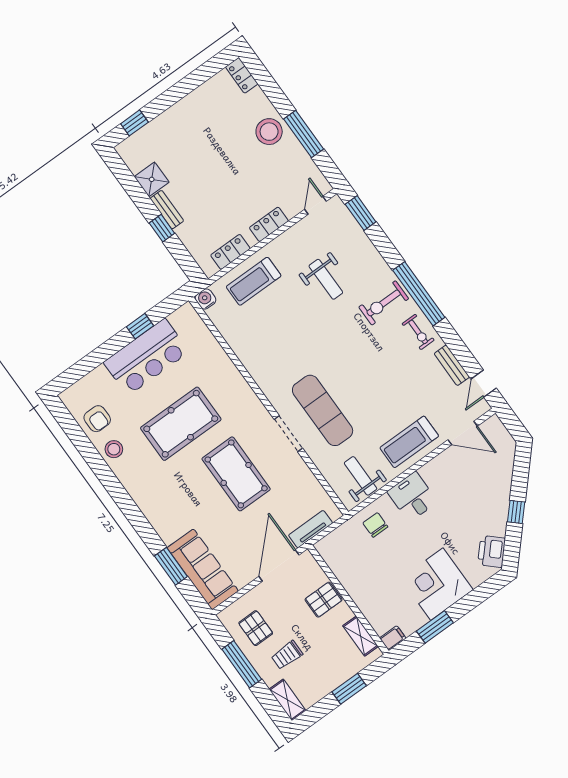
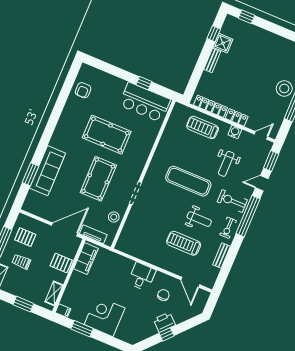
window: (162, 228) -> (214, 34), moved
locker: (230, 252) -> (210, 106), width x1.53
water cooler: (206, 299) -> (235, 132), moved
bar counter: (146, 357) -> (145, 102), moved
door: (484, 384) -> (262, 183), moved
exercise mat: (323, 410) -> (188, 181), moved, turned 90
treadmill: (409, 442) -> (184, 243), moved
stool: (114, 449) -> (114, 217), moved
weight bench: (361, 476) -> (199, 219), moved, turned 90
chair: (375, 525) -> (163, 295), moved
printer: (492, 551) -> (164, 322), moved
filing cabinet: (339, 561) -> (86, 259), added
sofa: (203, 569) -> (48, 171), moved
pallet: (256, 628) -> (25, 237), turned 90

